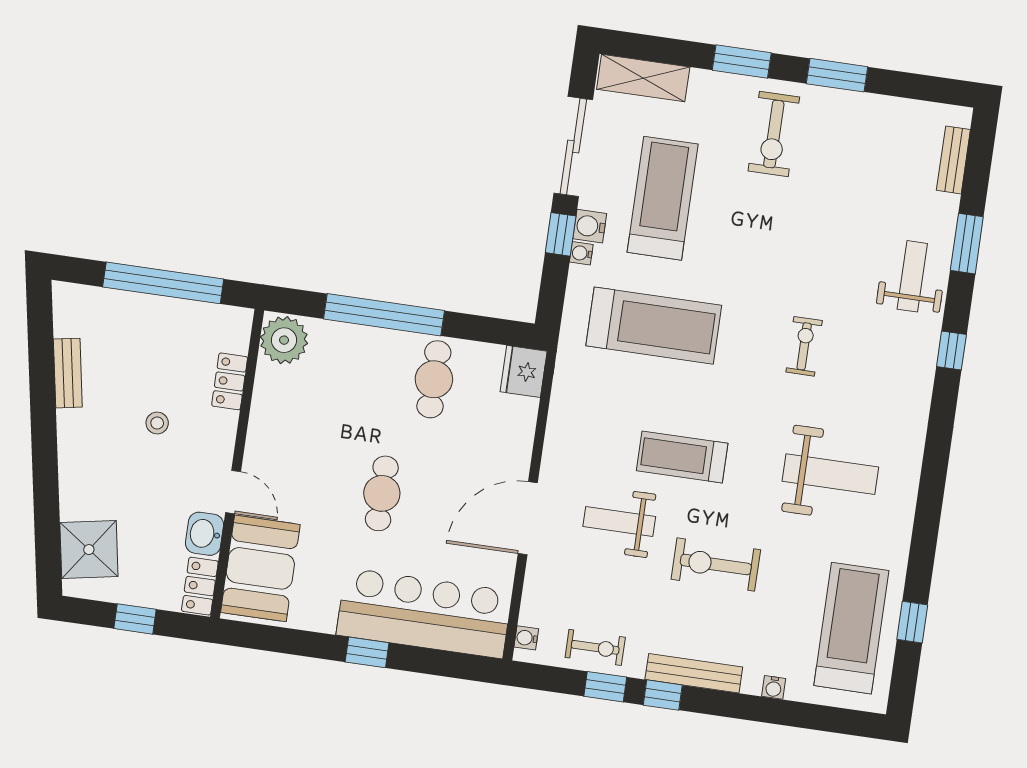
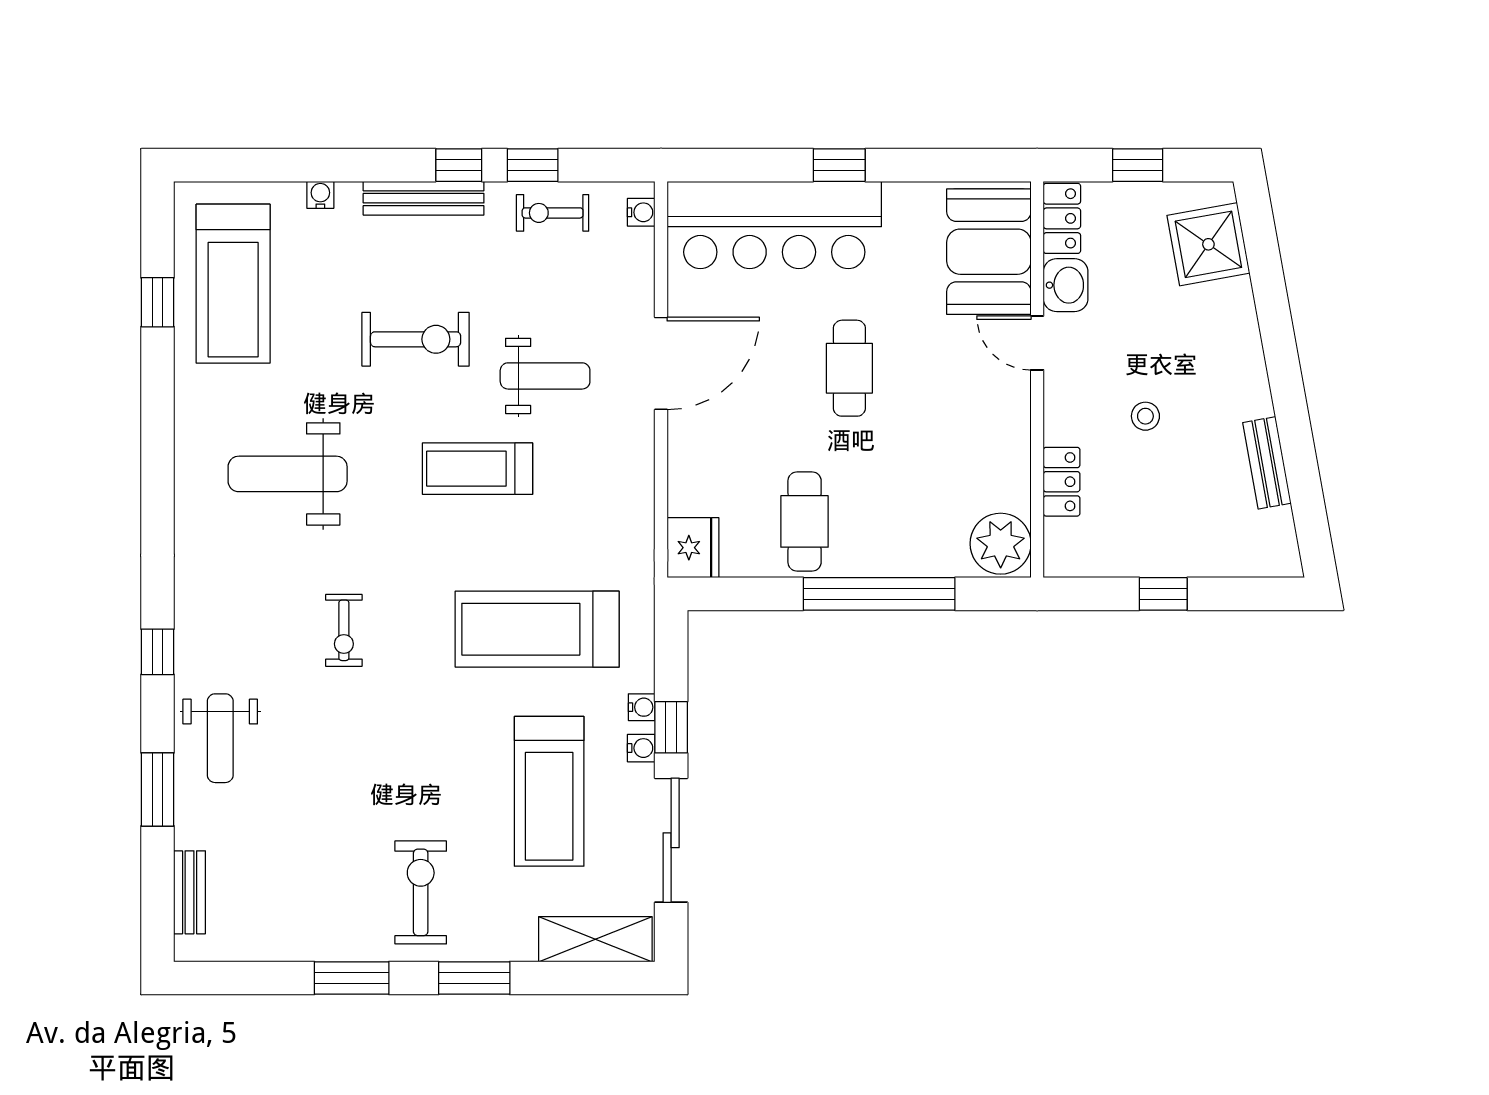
water cooler: (590, 226) -> (641, 748), width x0.72, depth x0.72
window: (163, 283) -> (1163, 594), width x0.32
treadmill: (682, 457) -> (477, 469), turned 180

